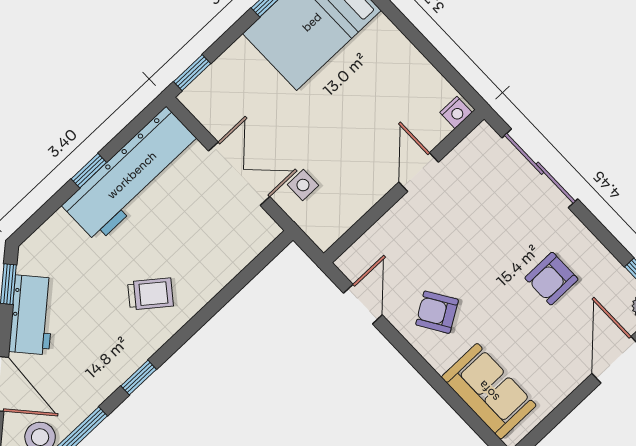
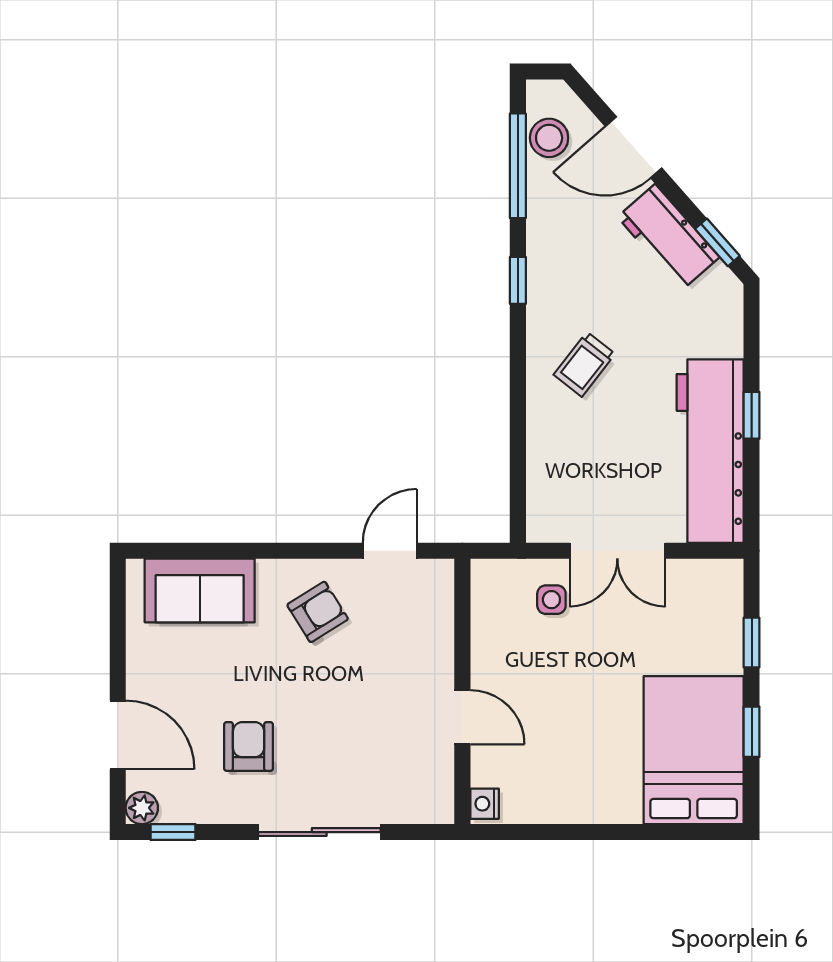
window: (192, 73) -> (752, 642), moved
sliding door: (540, 168) -> (319, 832), moved
door: (363, 304) -> (390, 551), swing flipped

